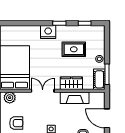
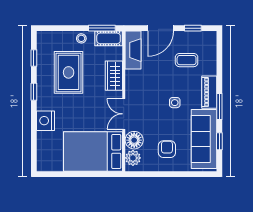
nightstand: (48, 32) -> (46, 121), moved
rug: (74, 49) -> (69, 72), width x1.36, depth x1.43
floor lamp: (23, 98) -> (134, 140), added
fireplace: (75, 98) -> (133, 50), moved

